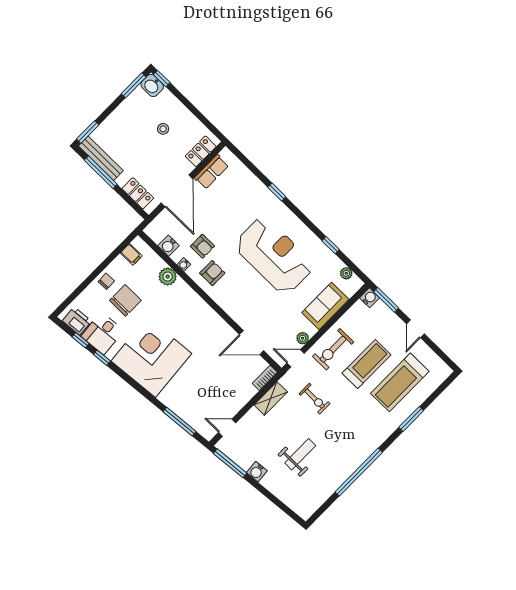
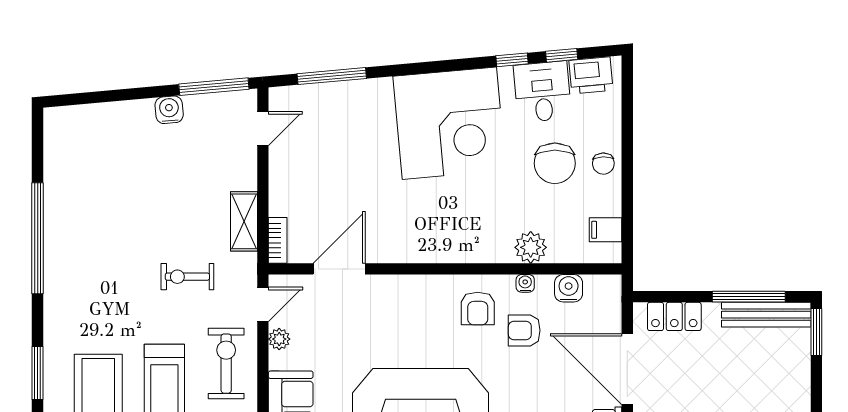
weight bench: (300, 454) -> (135, 187), removed

